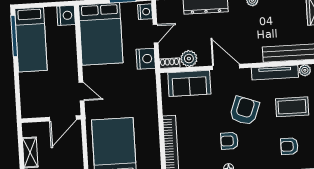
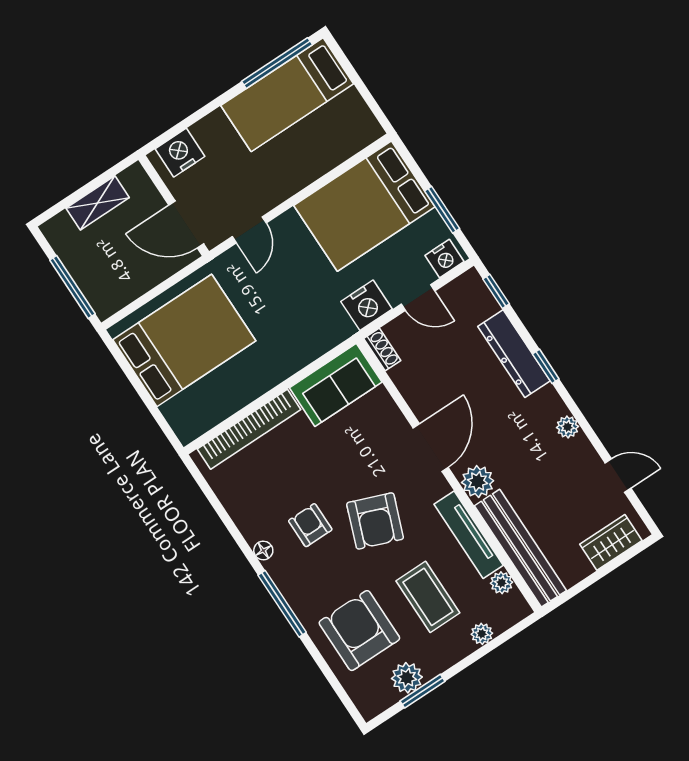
nightstand: (66, 15) -> (180, 153), moved, turned 180
plant: (189, 59) -> (478, 482), moved
sofa: (189, 83) -> (336, 385), moved, turned -90
armchair: (244, 111) -> (375, 521), turned 91
armchair: (289, 146) -> (359, 631), width x1.88, depth x1.88

